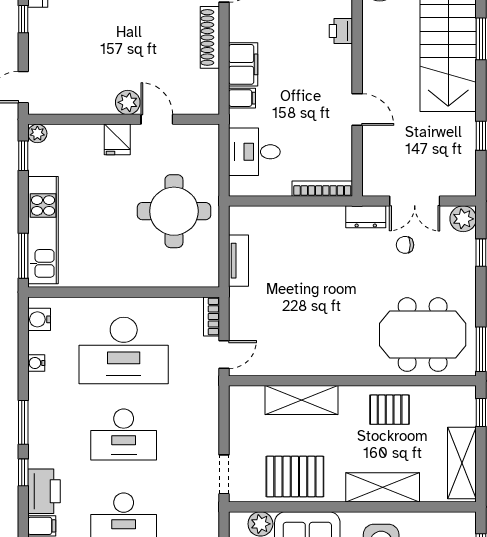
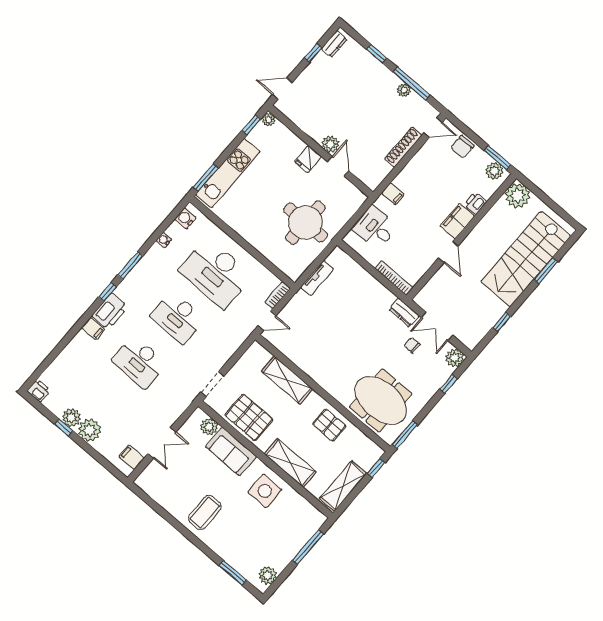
filing cabinet: (243, 64) -> (457, 221), moved, turned 180

